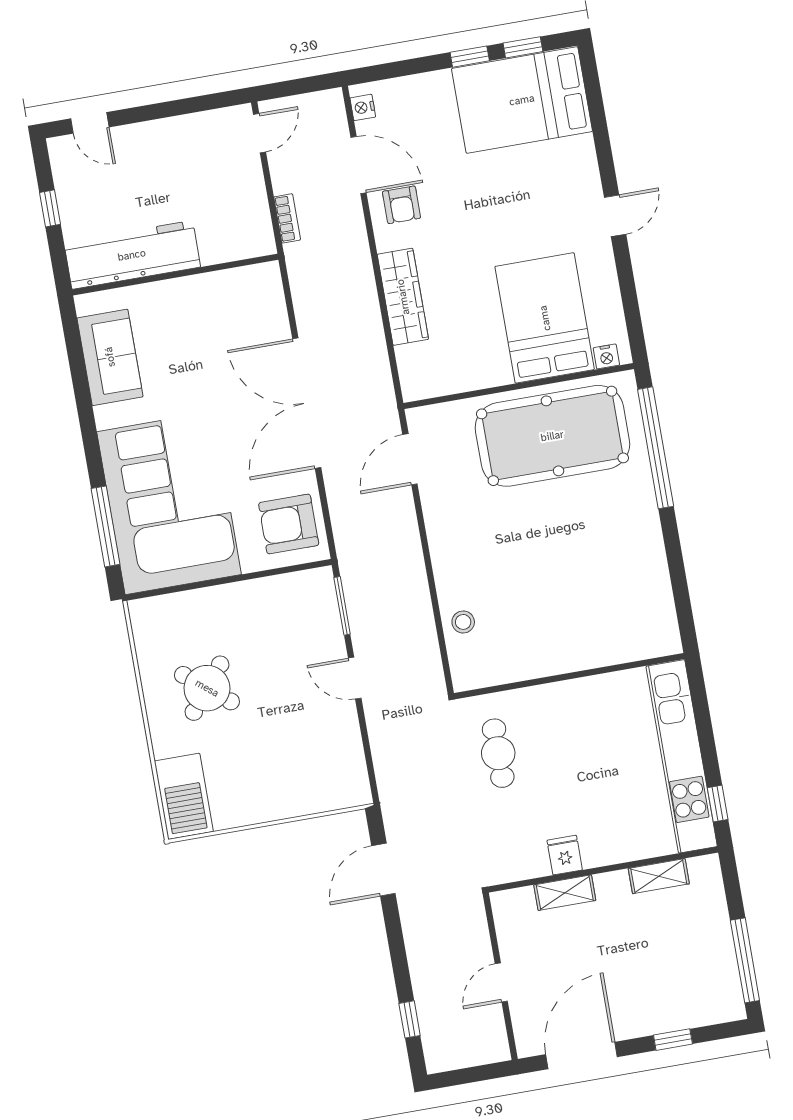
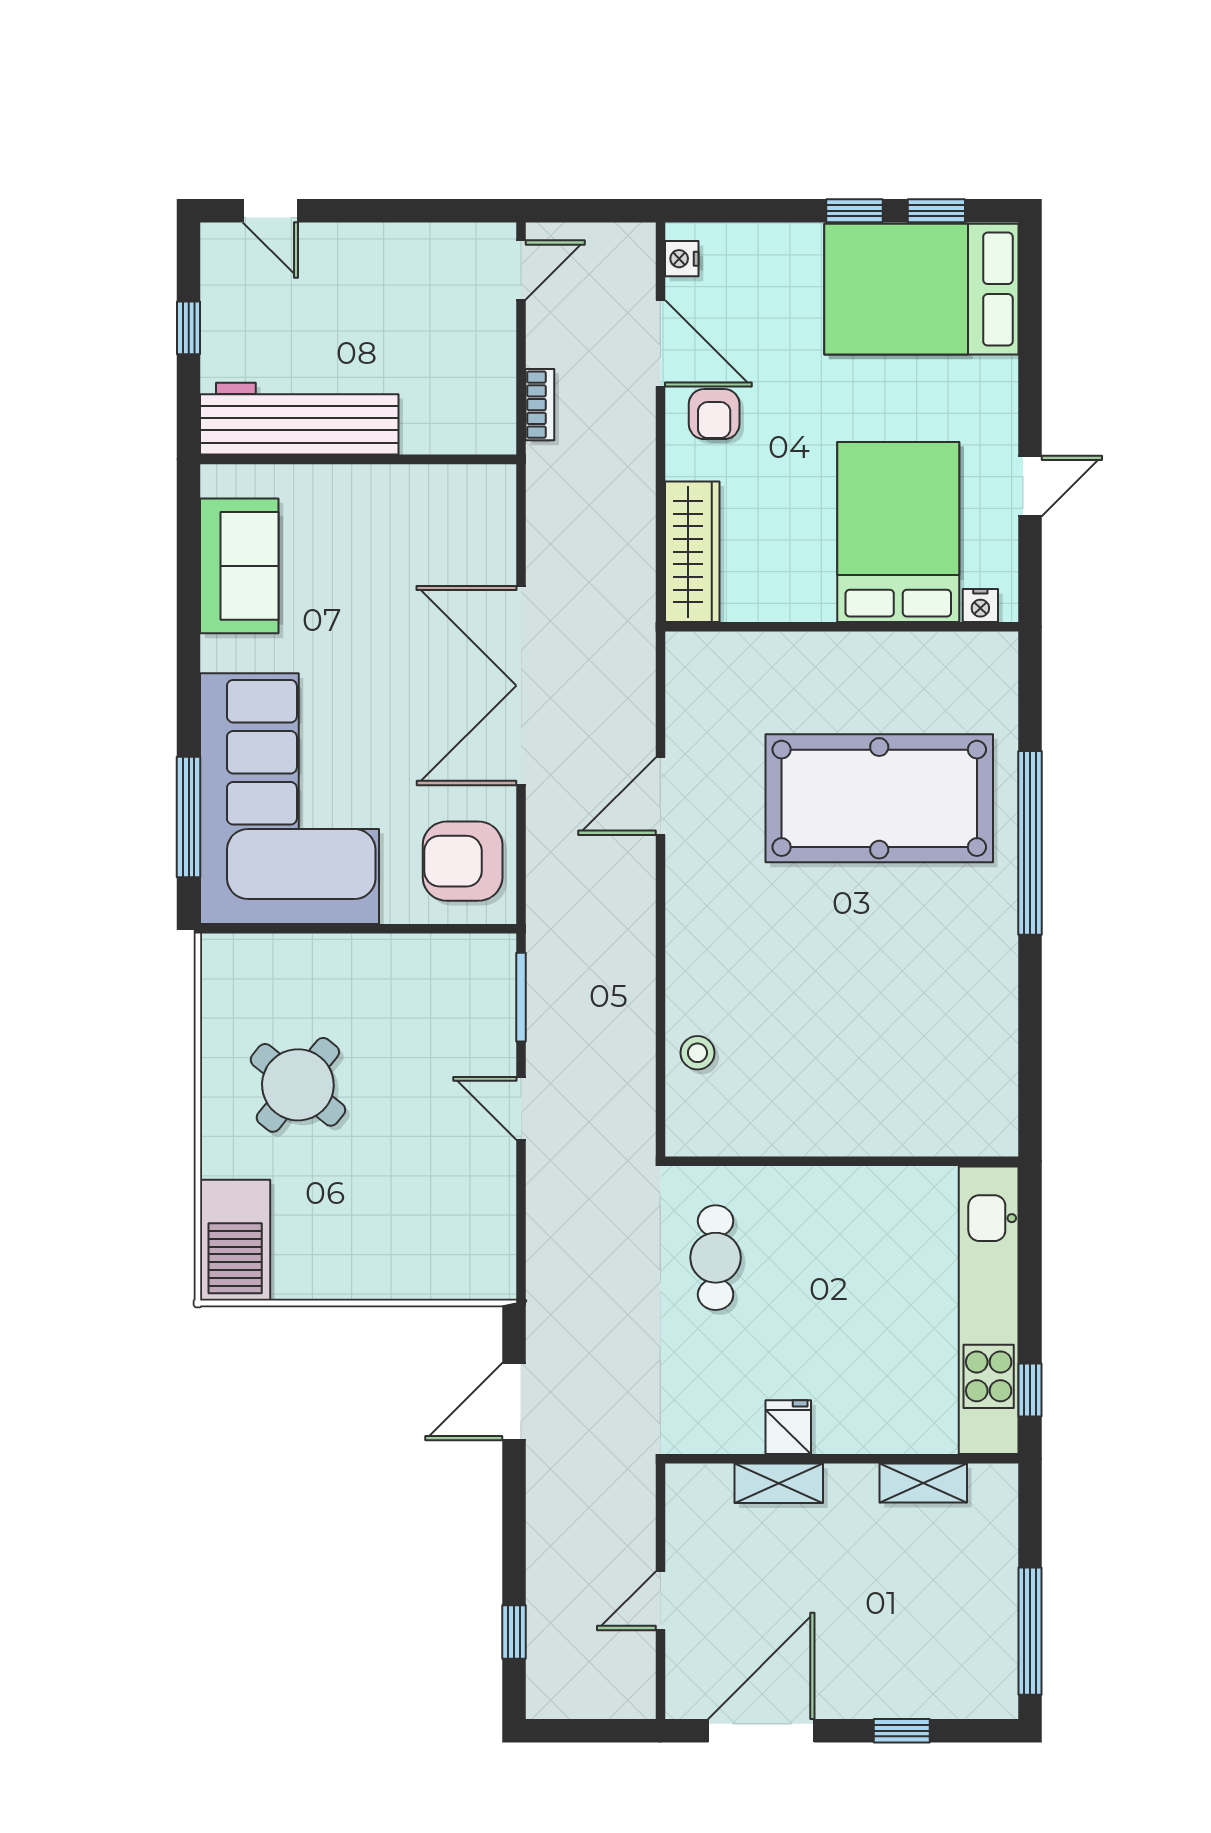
bed: (545, 318) -> (898, 532), moved
nightstand: (606, 356) -> (980, 605), moved
wall: (519, 386) -> (842, 627), moved

